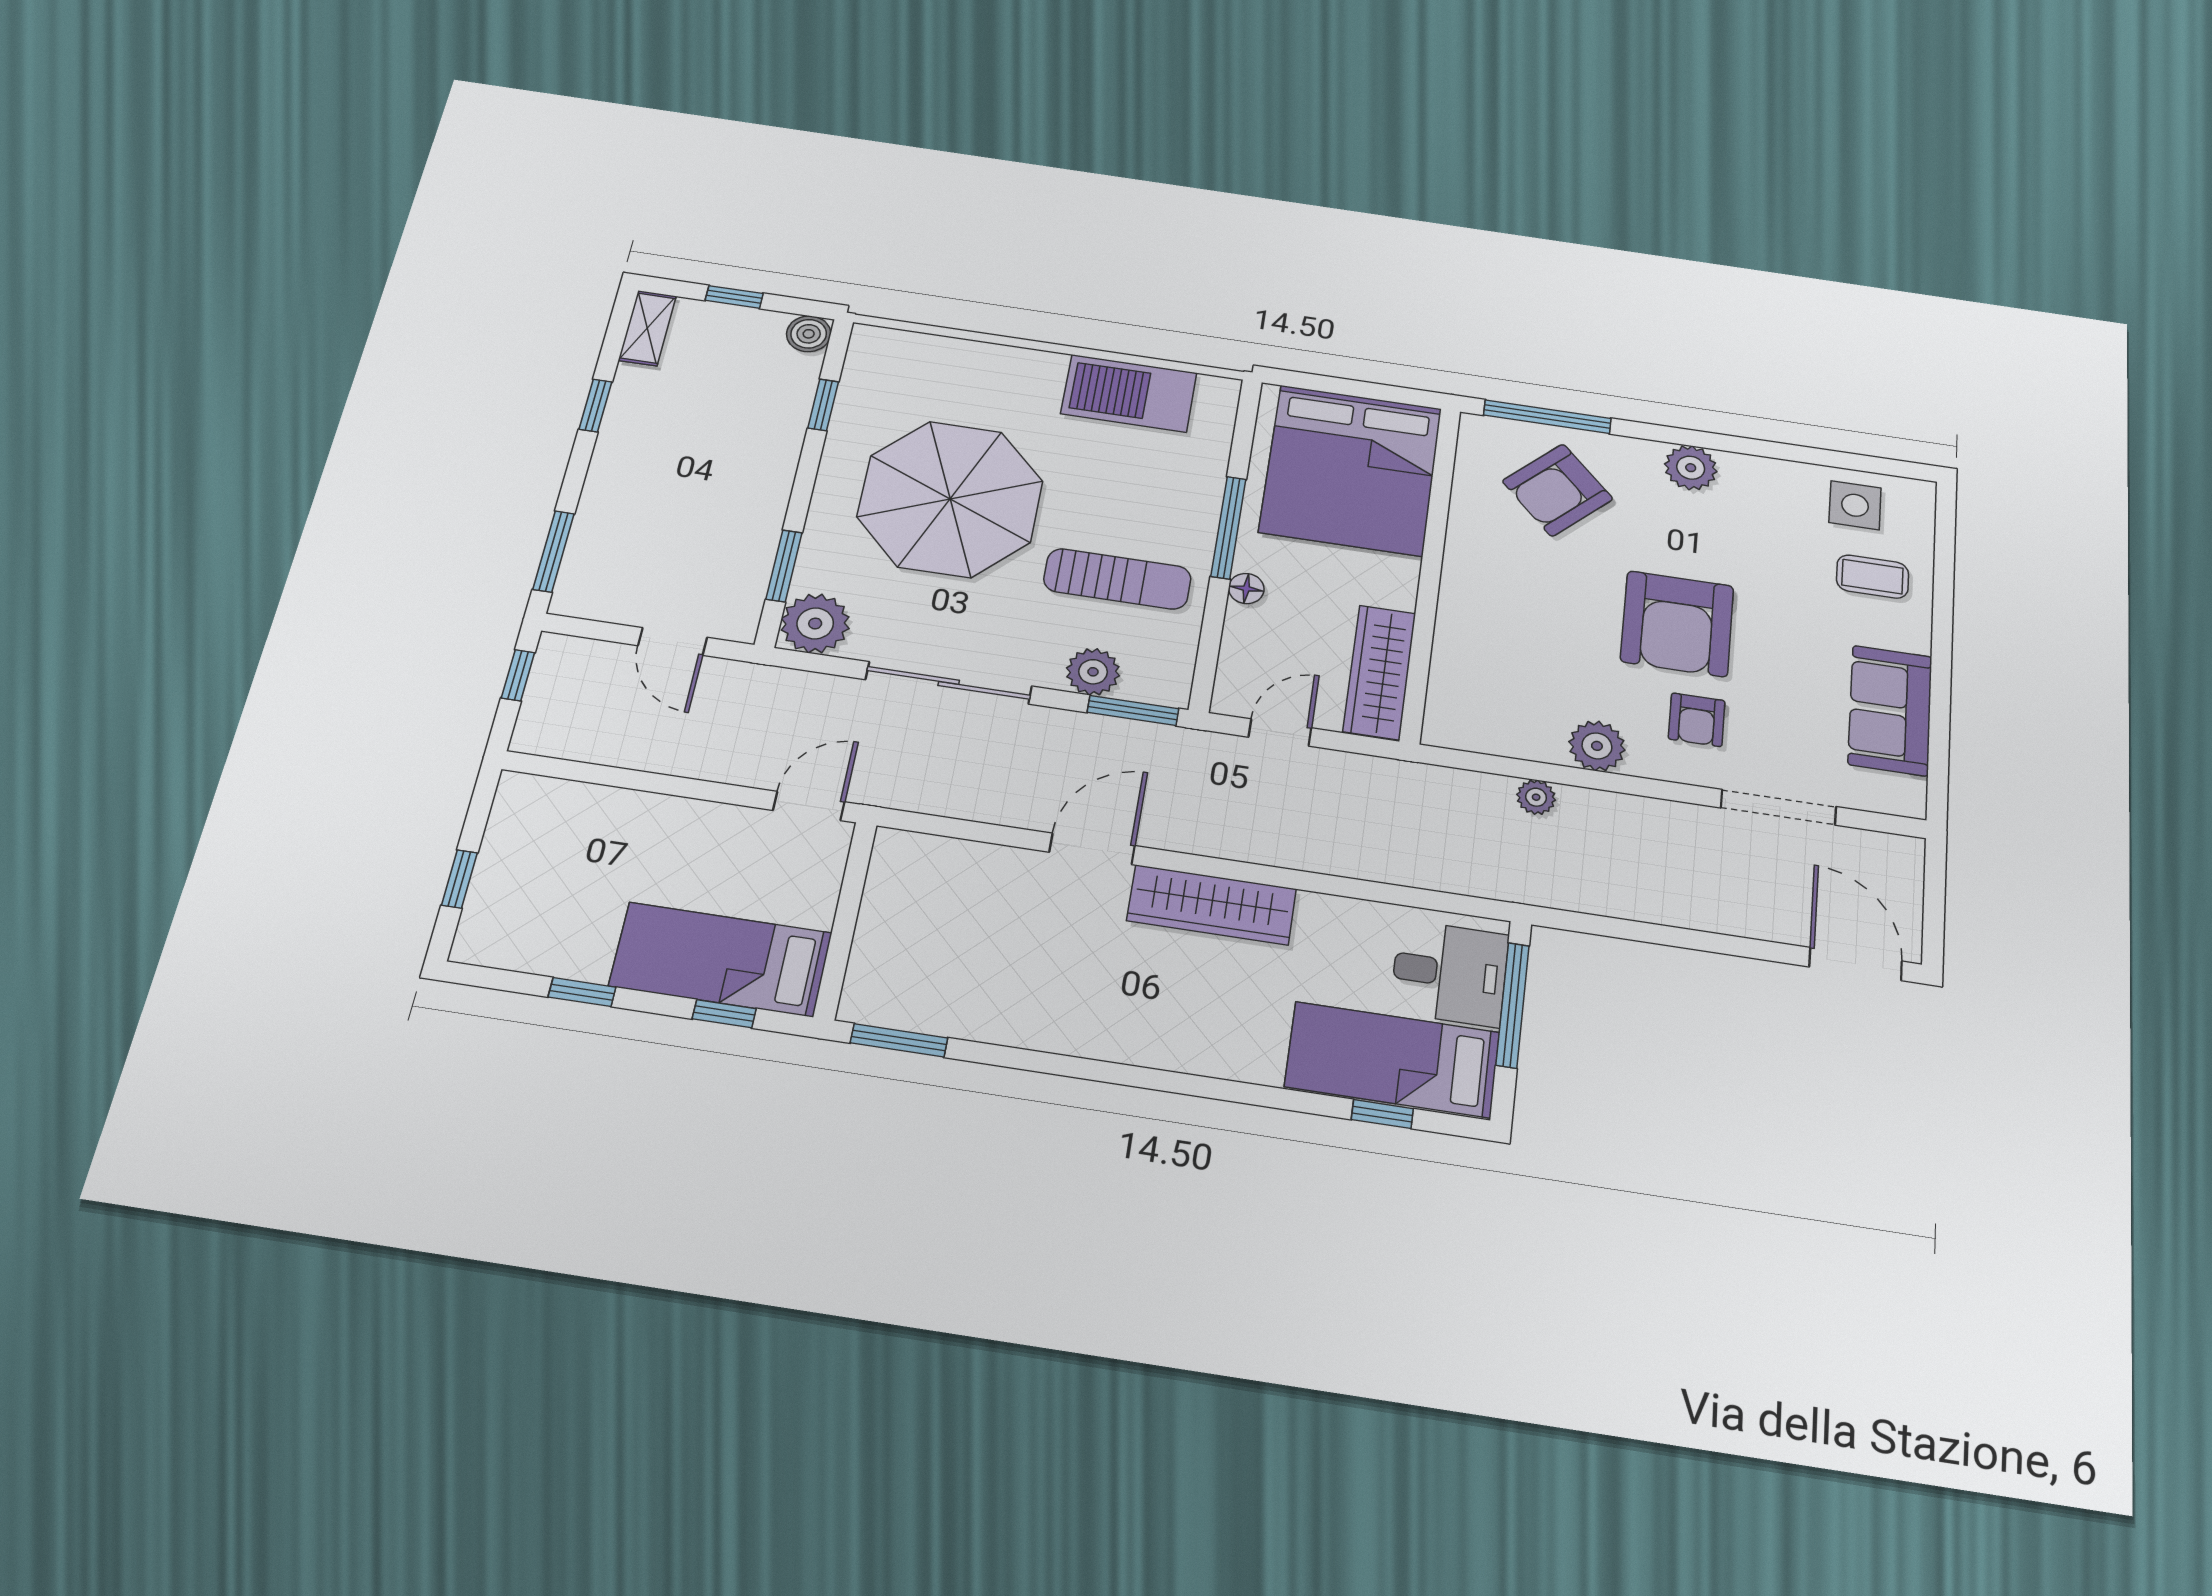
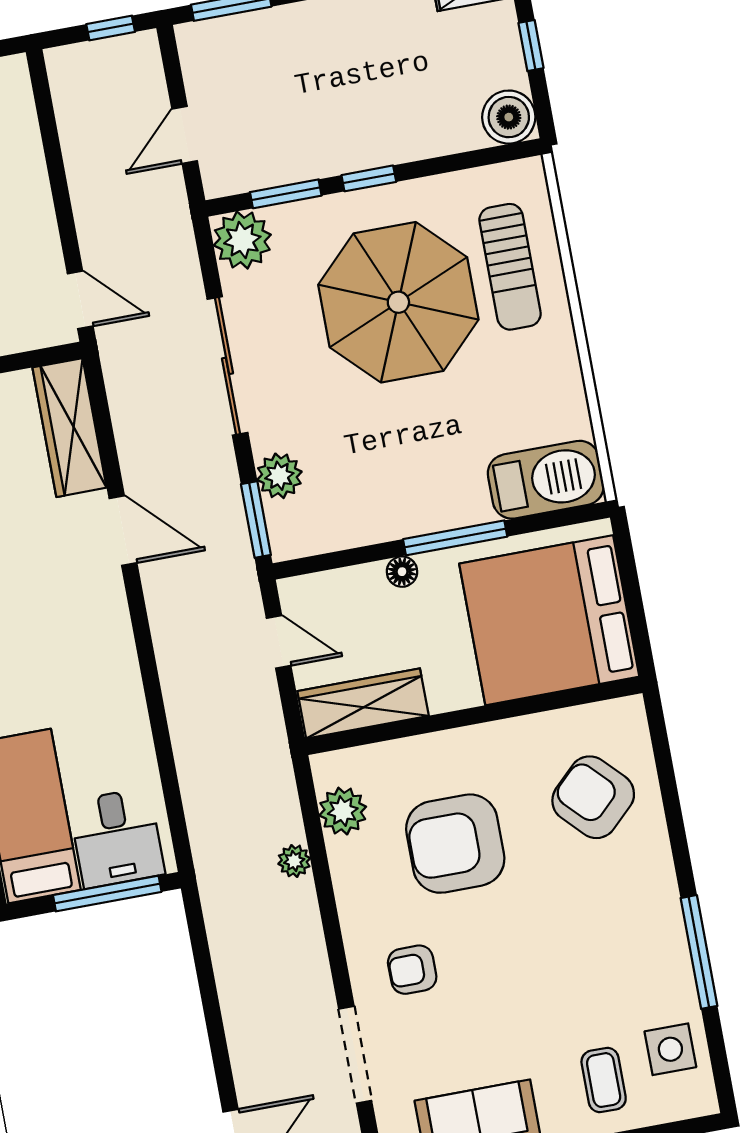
boiler: (809, 334) -> (509, 117), width x1.36, depth x1.36
barbecue: (1129, 393) -> (546, 480), moved, turned 90
window: (823, 405) -> (369, 178), moved
window: (1547, 417) -> (699, 952), moved
plant: (1691, 468) -> (657, 902), removed
sun lounger: (1117, 579) -> (510, 267), moved
armchair: (1677, 624) -> (455, 844), moved
plant: (1597, 746) -> (343, 811), moved
wardrobe: (1212, 905) -> (70, 428), moved

